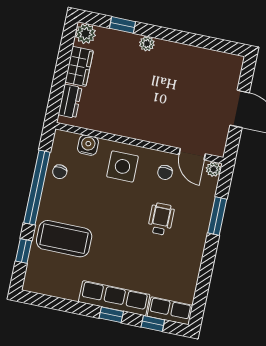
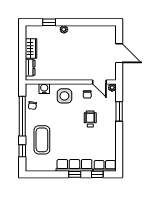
plant: (86, 34) -> (31, 31), removed
coffee table: (64, 239) -> (42, 140), turned 90

